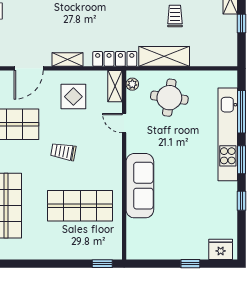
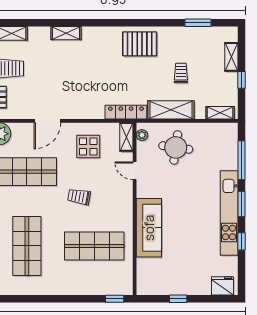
shelving: (67, 60) -> (220, 113), moved
kitchen unit: (228, 134) -> (229, 213), moved
window: (190, 264) -> (178, 299), moved

